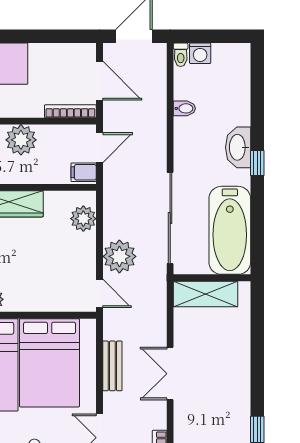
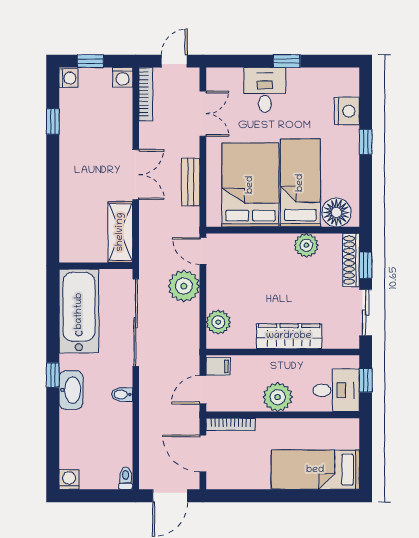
washing machine: (200, 53) -> (69, 480), moved
bidet: (184, 108) -> (122, 395), moved
shelving: (206, 294) -> (120, 232), moved, turned 90

